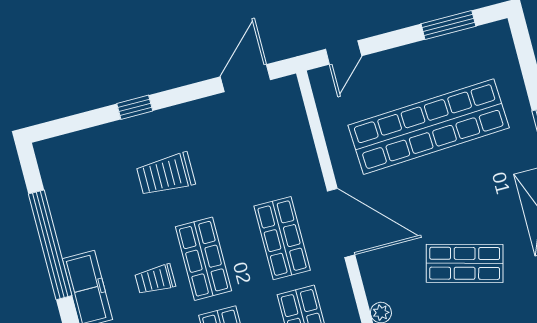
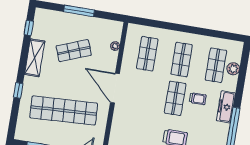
shop shelf: (282, 238) -> (141, 93), removed
shop shelf: (465, 263) -> (74, 51), turned -36

